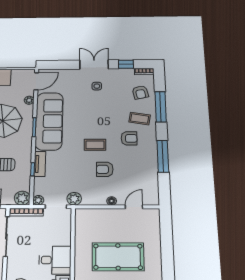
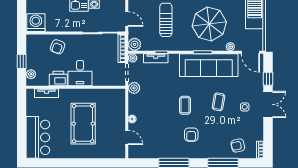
window: (126, 64) -> (268, 79), moved
coffee table: (140, 119) -> (219, 102), moved
tv unit: (40, 164) -> (156, 58), moved
armchair: (105, 169) -> (161, 114), removed

